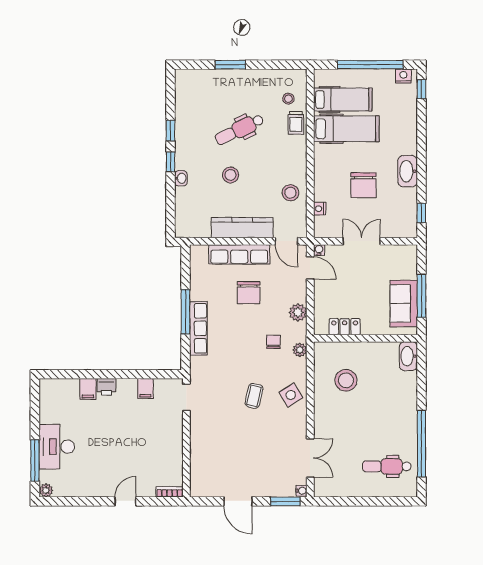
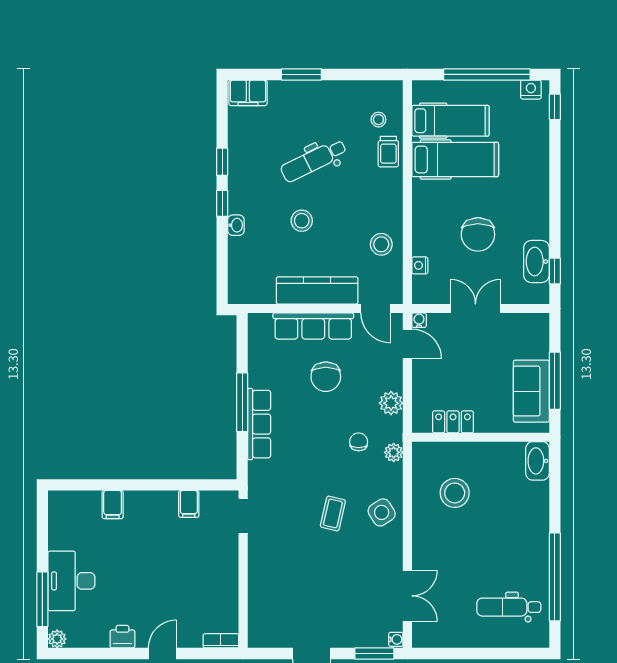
filing cabinet: (190, 78) -> (248, 93), added
washbasin: (408, 171) -> (536, 262), moved
printer: (107, 387) -> (122, 637), moved, turned 180

